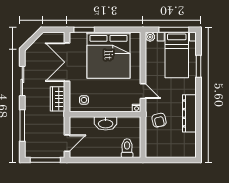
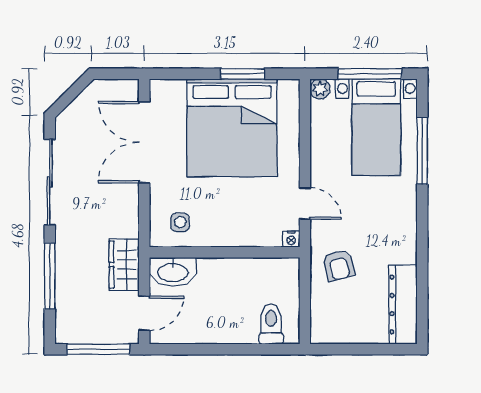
window: (84, 30) -> (243, 74), moved
window: (198, 66) -> (422, 151), width x1.44
sliding door: (22, 81) -> (50, 182), width x1.37
wardrobe: (57, 99) -> (124, 265), moved
dresser: (189, 113) -> (403, 304), moved
washbasin: (106, 123) -> (173, 272), moved

